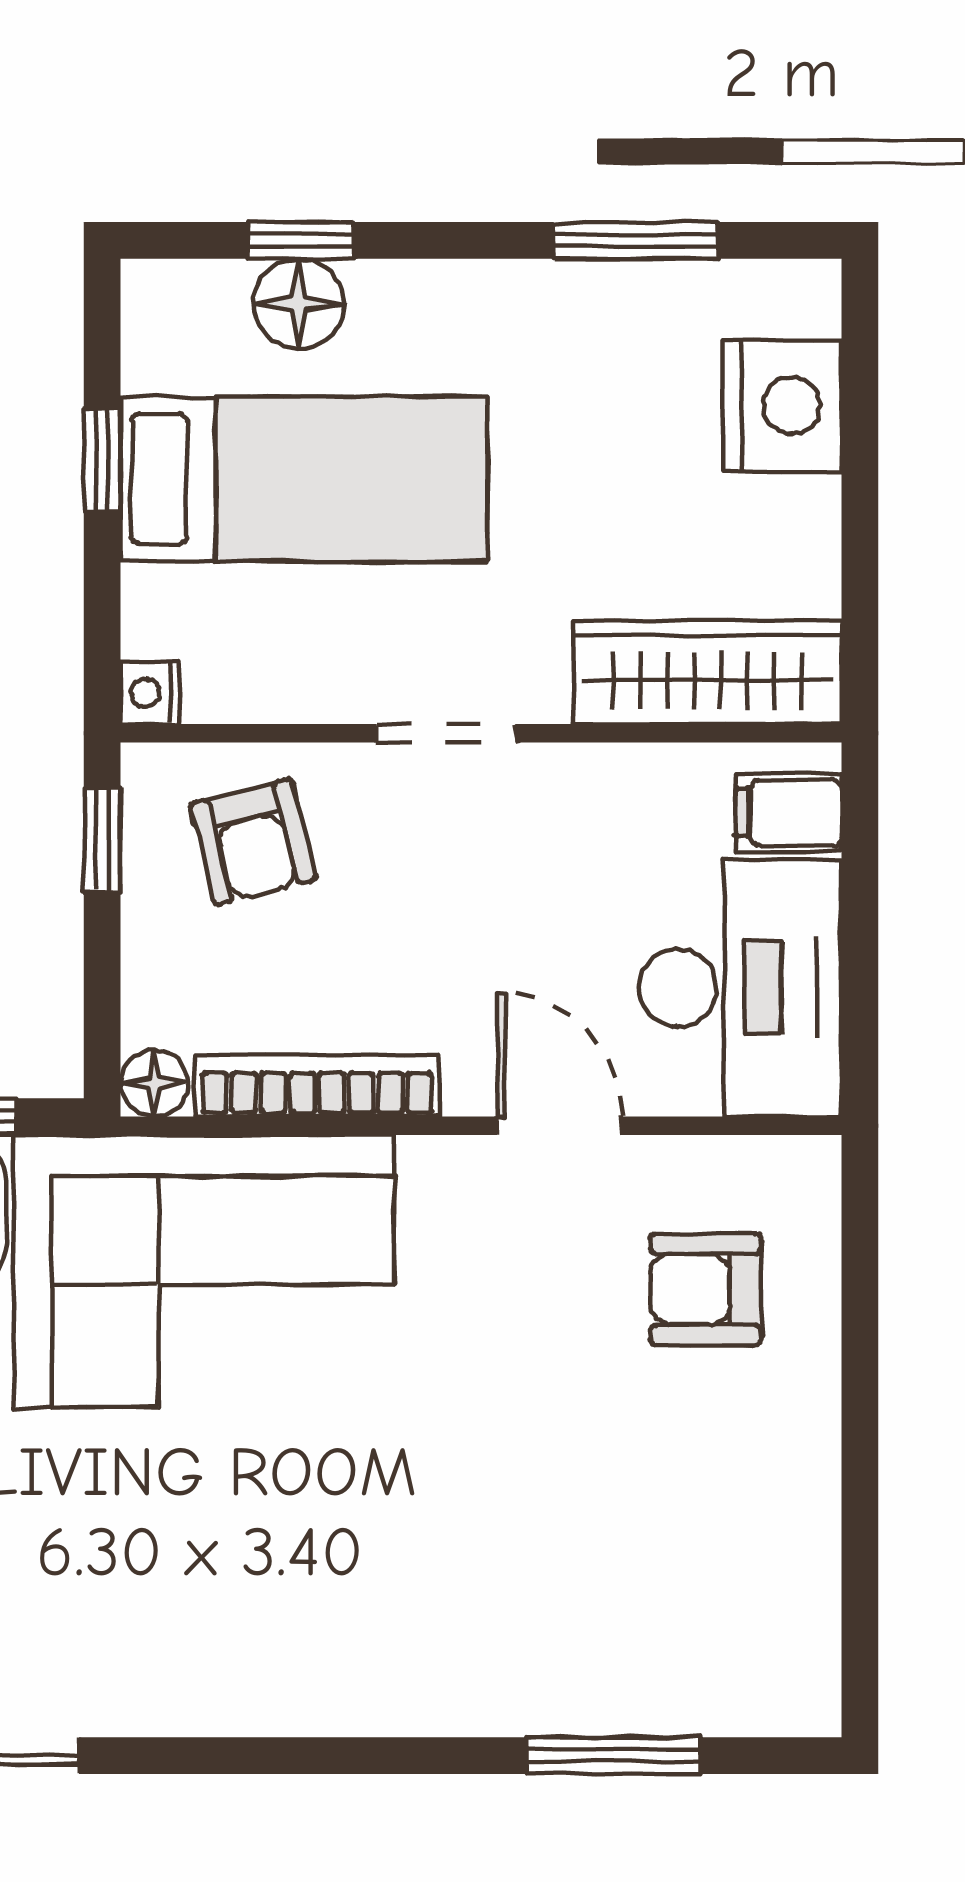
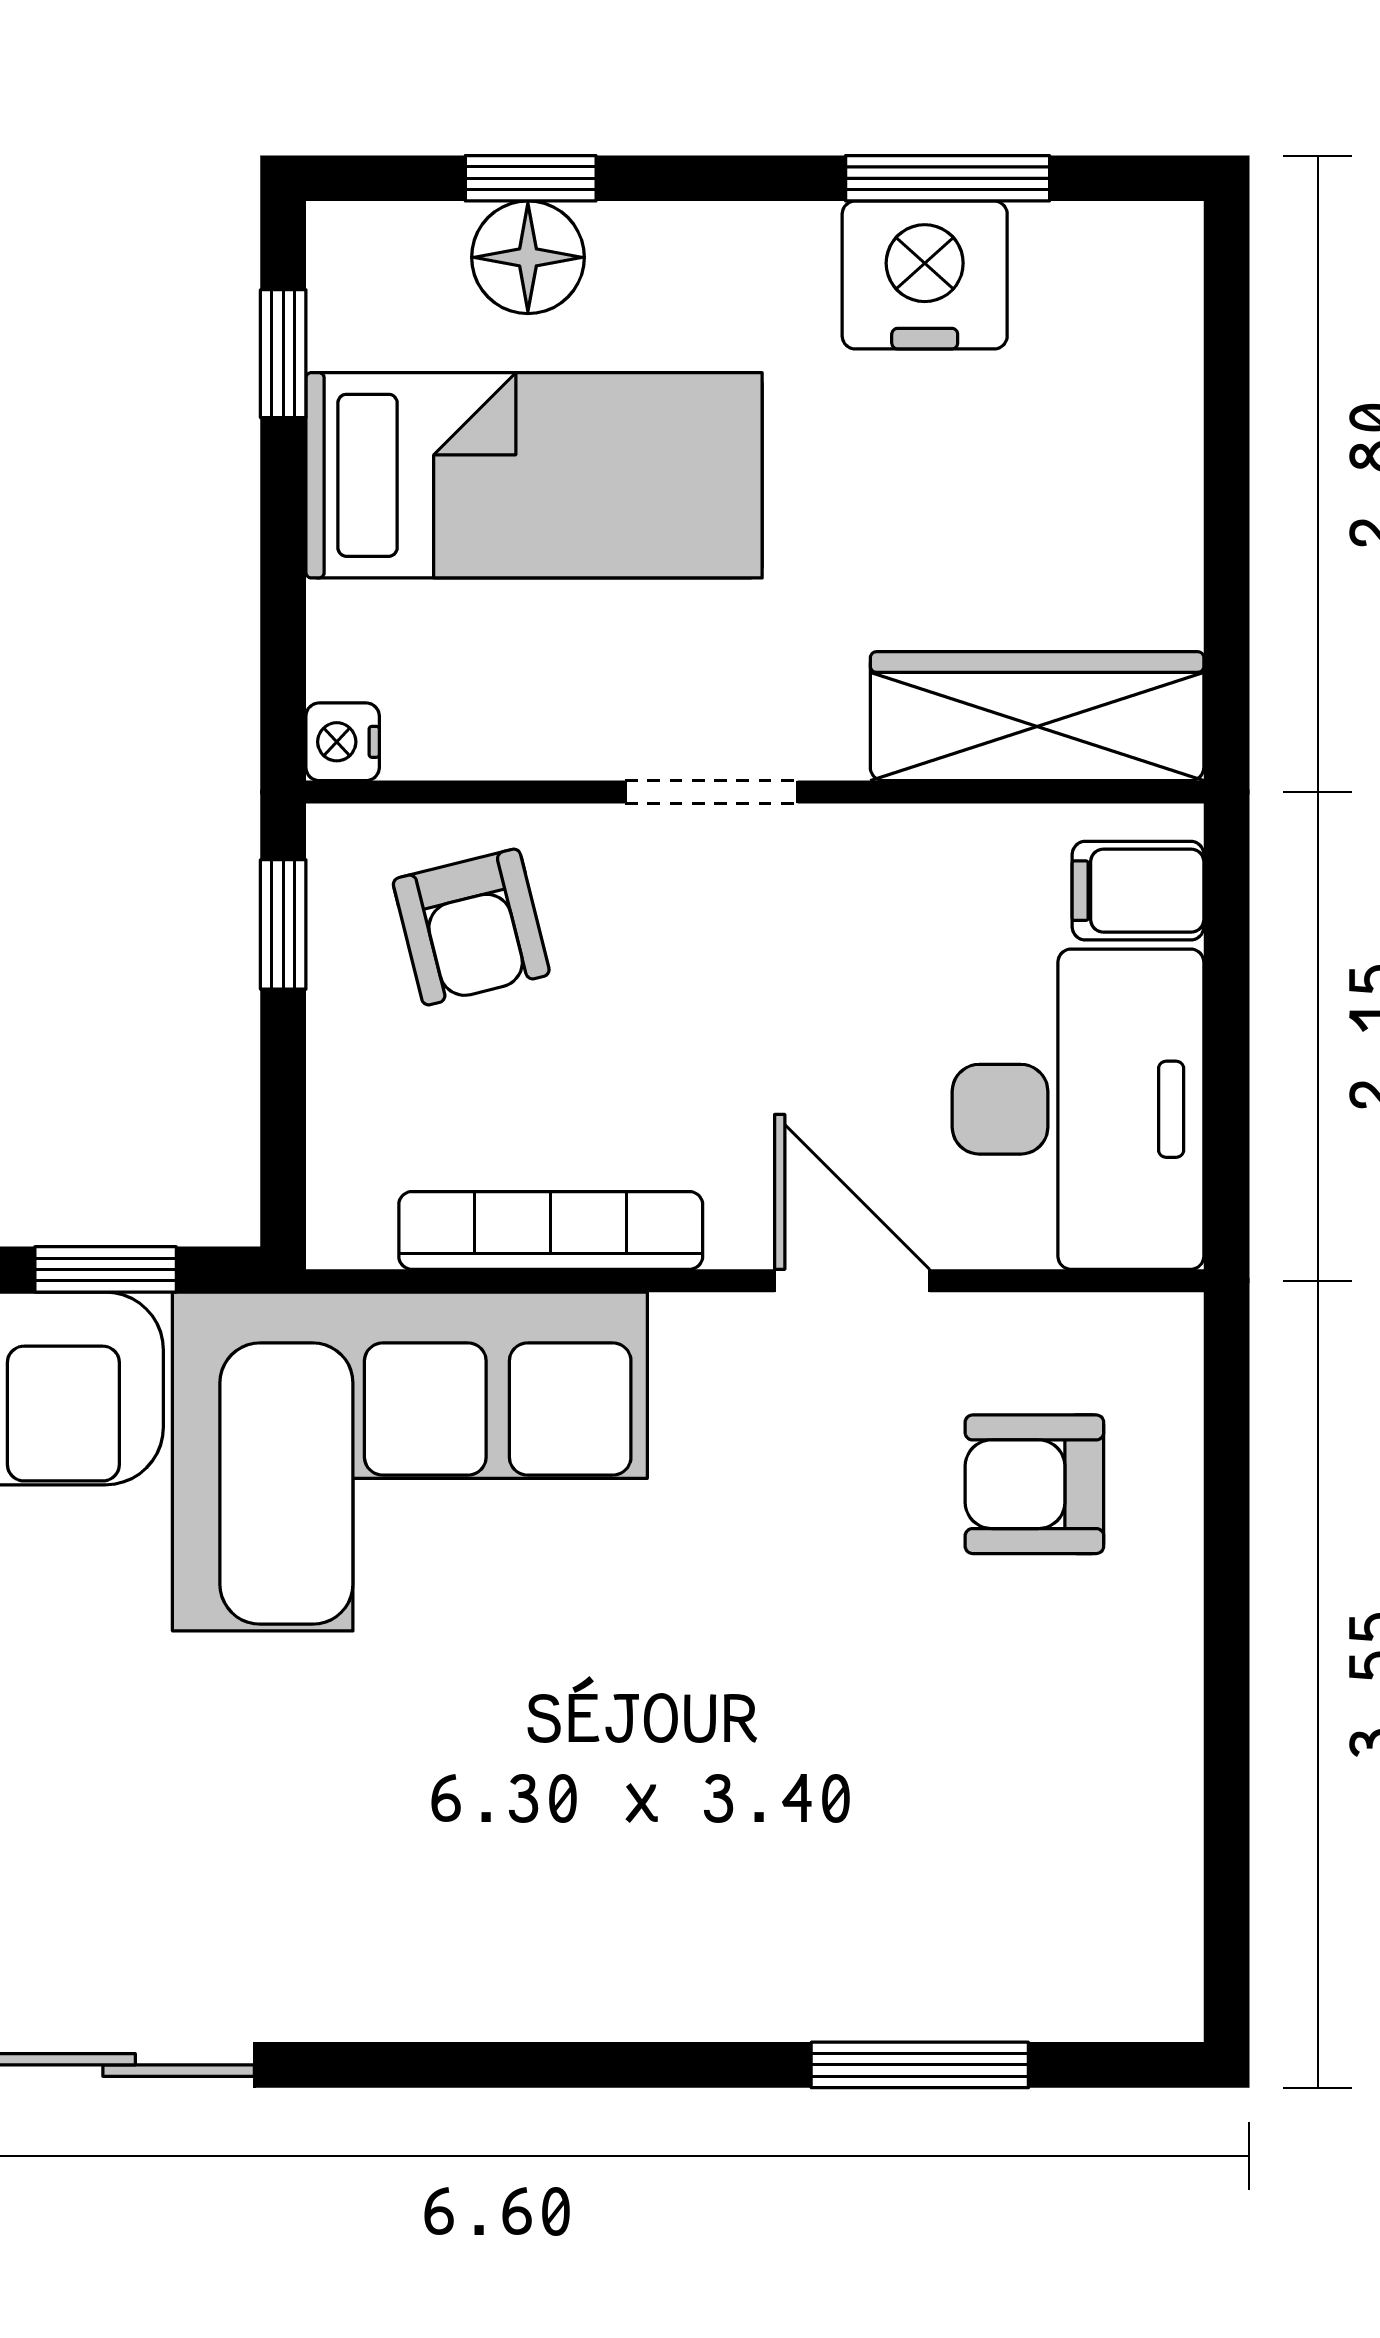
nightstand: (782, 406) -> (925, 275), moved, turned -90
window: (102, 460) -> (283, 354), moved
floor lamp: (154, 1083) -> (348, 1228), removed

